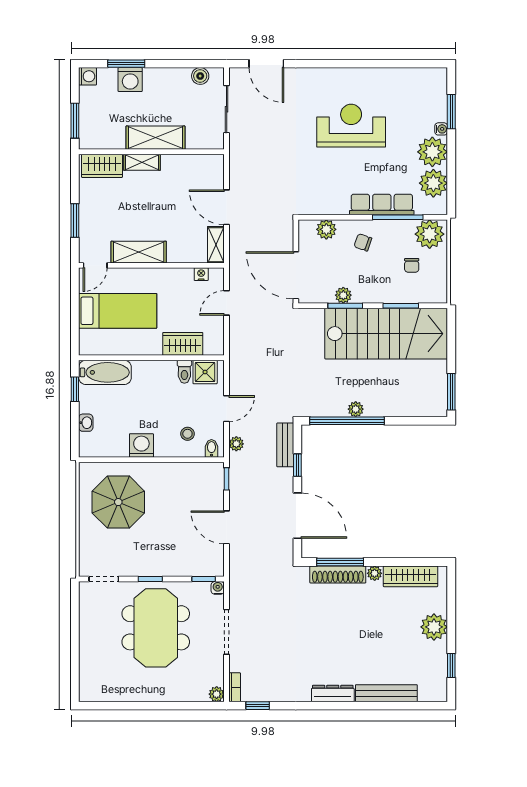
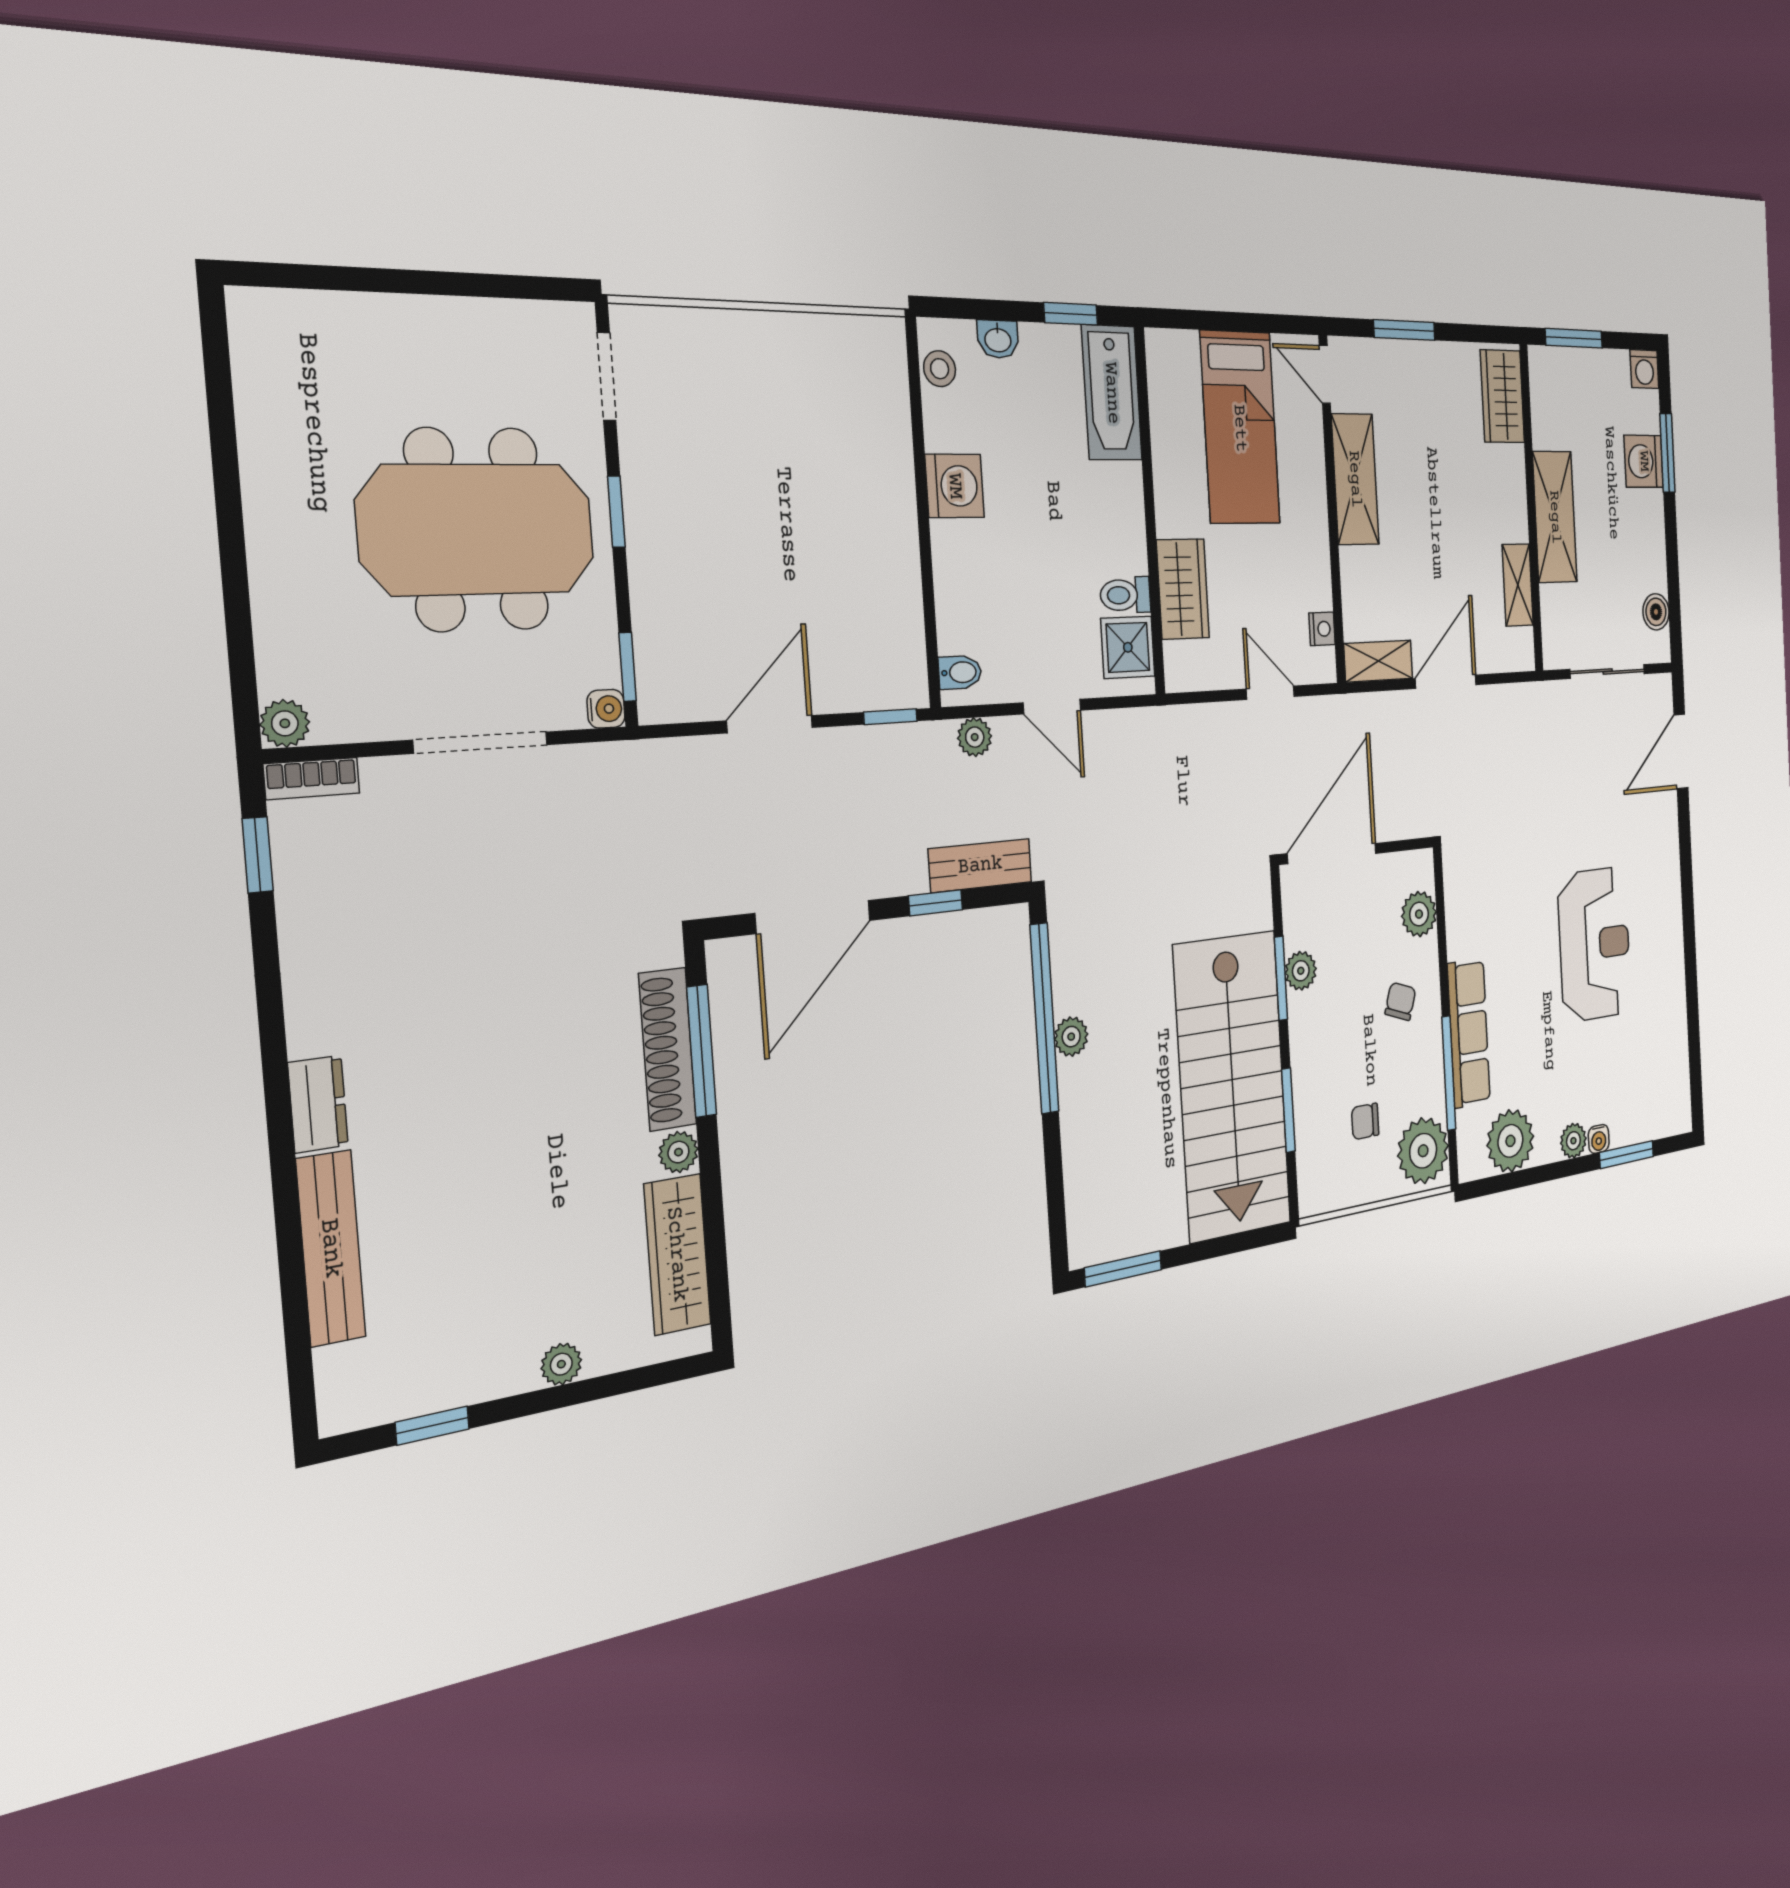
plant: (432, 152) -> (1573, 1141), width x0.53, depth x0.53
shelving: (142, 162) -> (1518, 585), moved
stool: (187, 434) -> (940, 369), moved
parasol: (118, 502) -> (814, 422), removed
plant: (434, 627) -> (561, 1364), width x0.53, depth x0.53
dresser: (333, 693) -> (318, 1104), width x0.70

